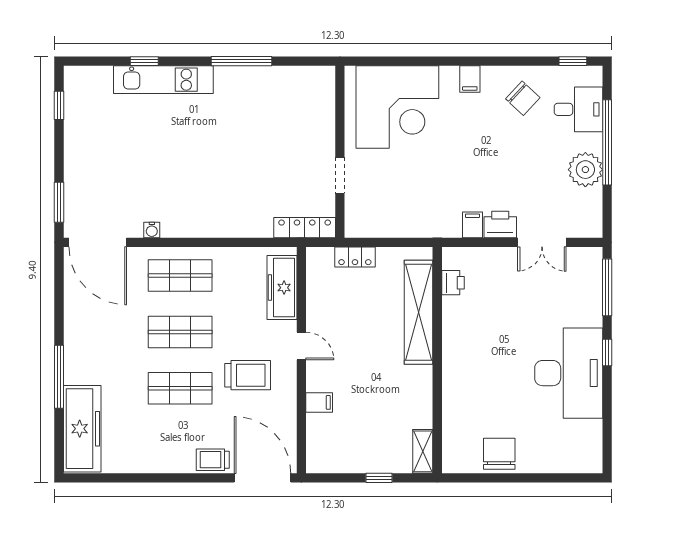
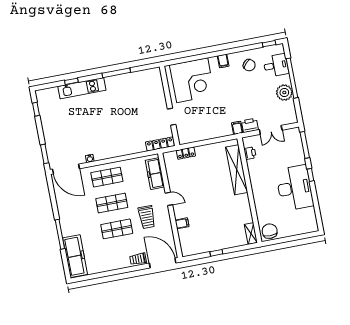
printer: (453, 283) -> (250, 153), moved
shelving: (419, 312) -> (237, 170), moved
wall: (437, 360) -> (250, 190), moved
trolley: (248, 375) -> (147, 217), turned 90
shelving: (423, 451) -> (251, 234), moved

